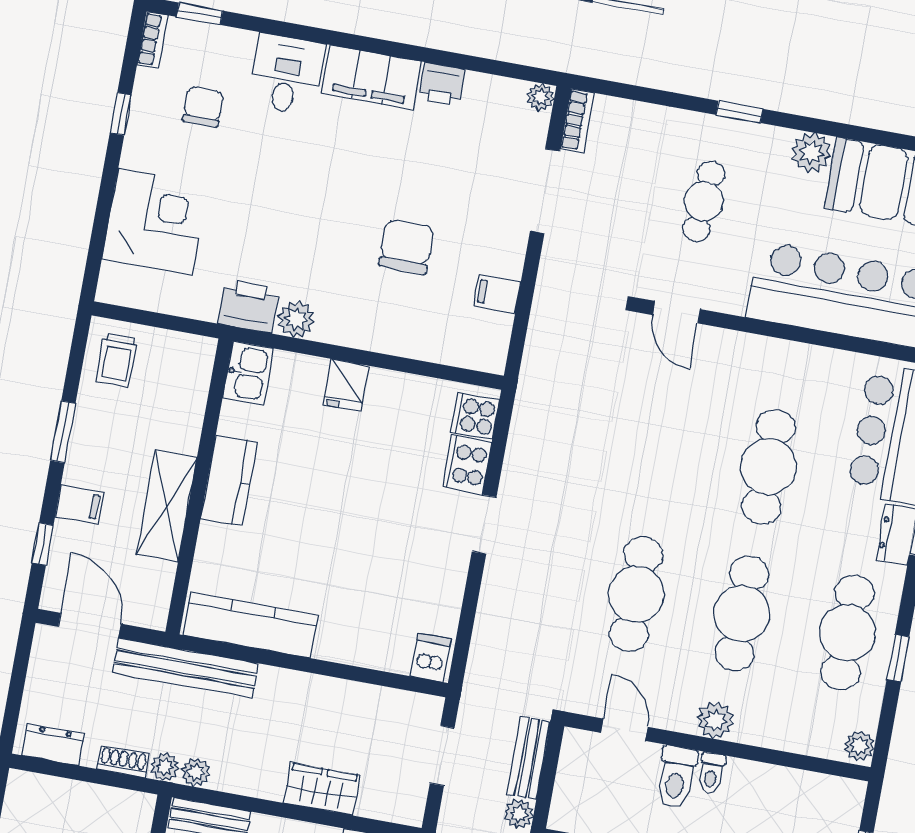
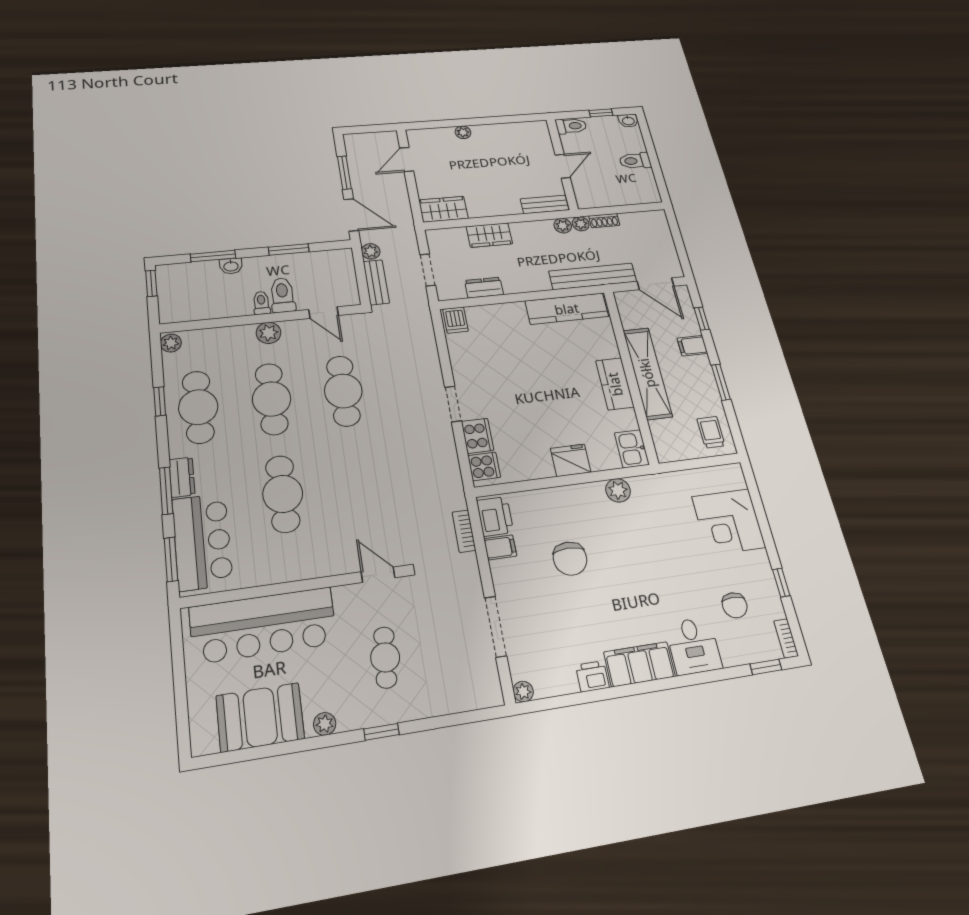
bookcase: (577, 121) -> (464, 531), moved
plant: (811, 152) -> (325, 724), width x0.73, depth x0.73
printer: (249, 306) -> (495, 516), moved, turned -90
fridge: (346, 385) -> (571, 460), width x1.38
shelving: (167, 506) -> (647, 373), width x1.47
dresser: (53, 744) -> (484, 288), moved, turned 180

